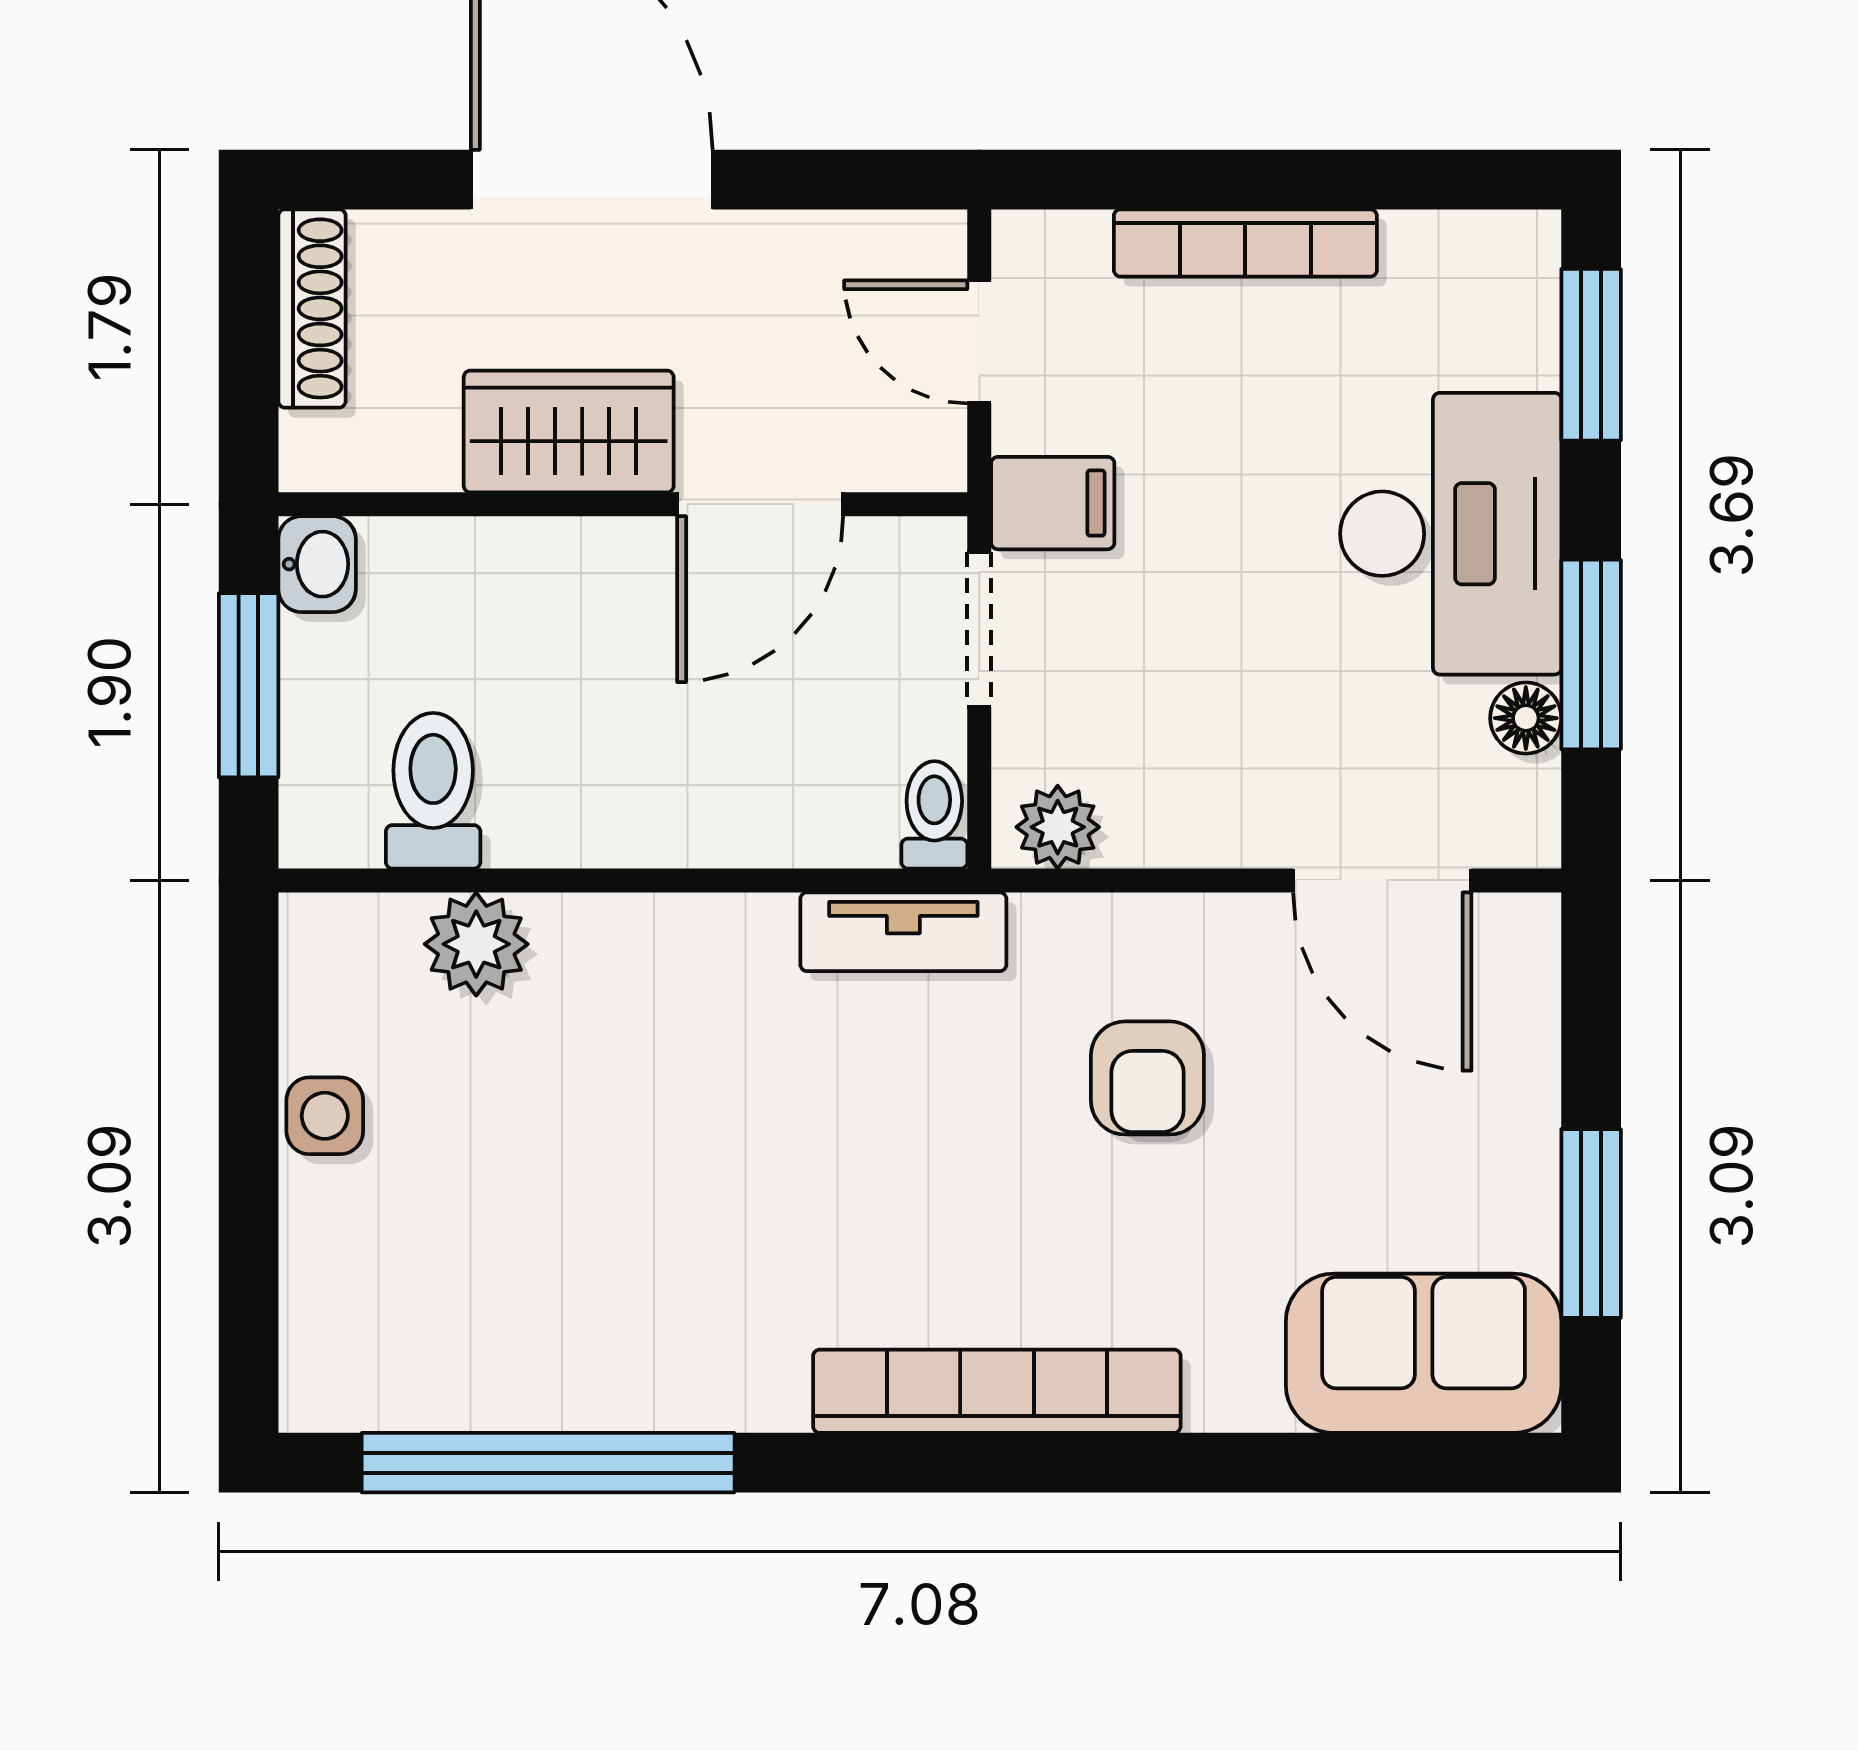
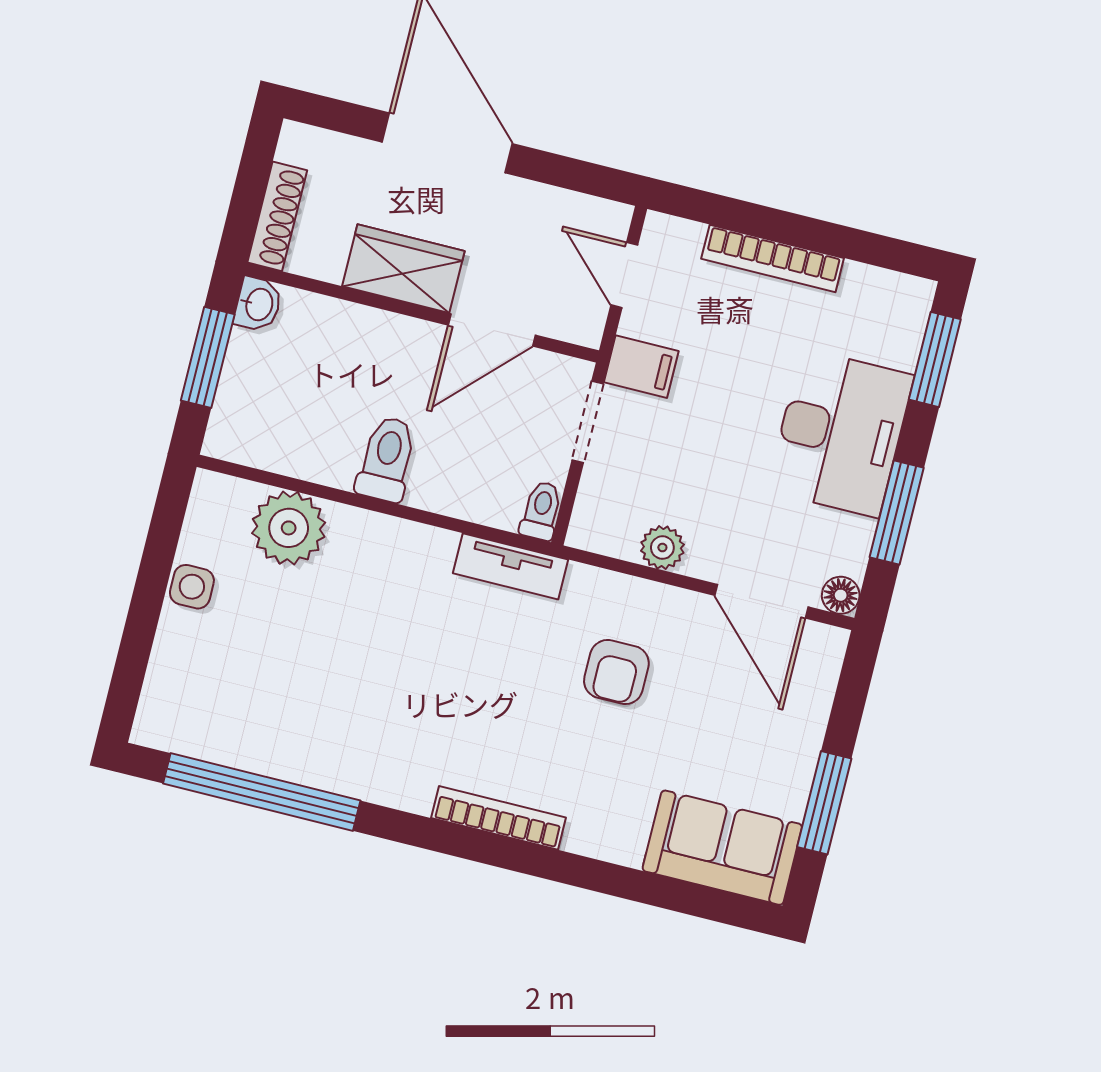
shoe rack: (312, 308) -> (277, 216), moved
floor lamp: (1526, 718) -> (841, 595), moved
toilet: (433, 791) -> (387, 459), moved
plant: (1058, 827) -> (662, 548), moved
plant: (476, 944) -> (289, 528), width x1.36, depth x1.36
bookcase: (997, 1391) -> (499, 818), width x0.68, depth x0.76

